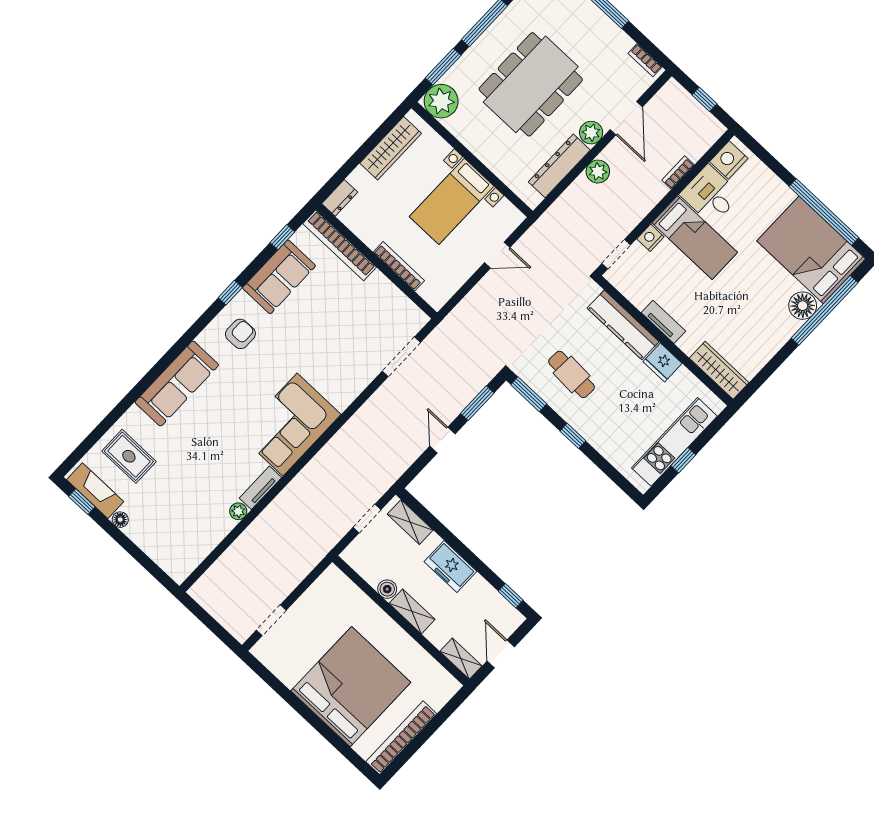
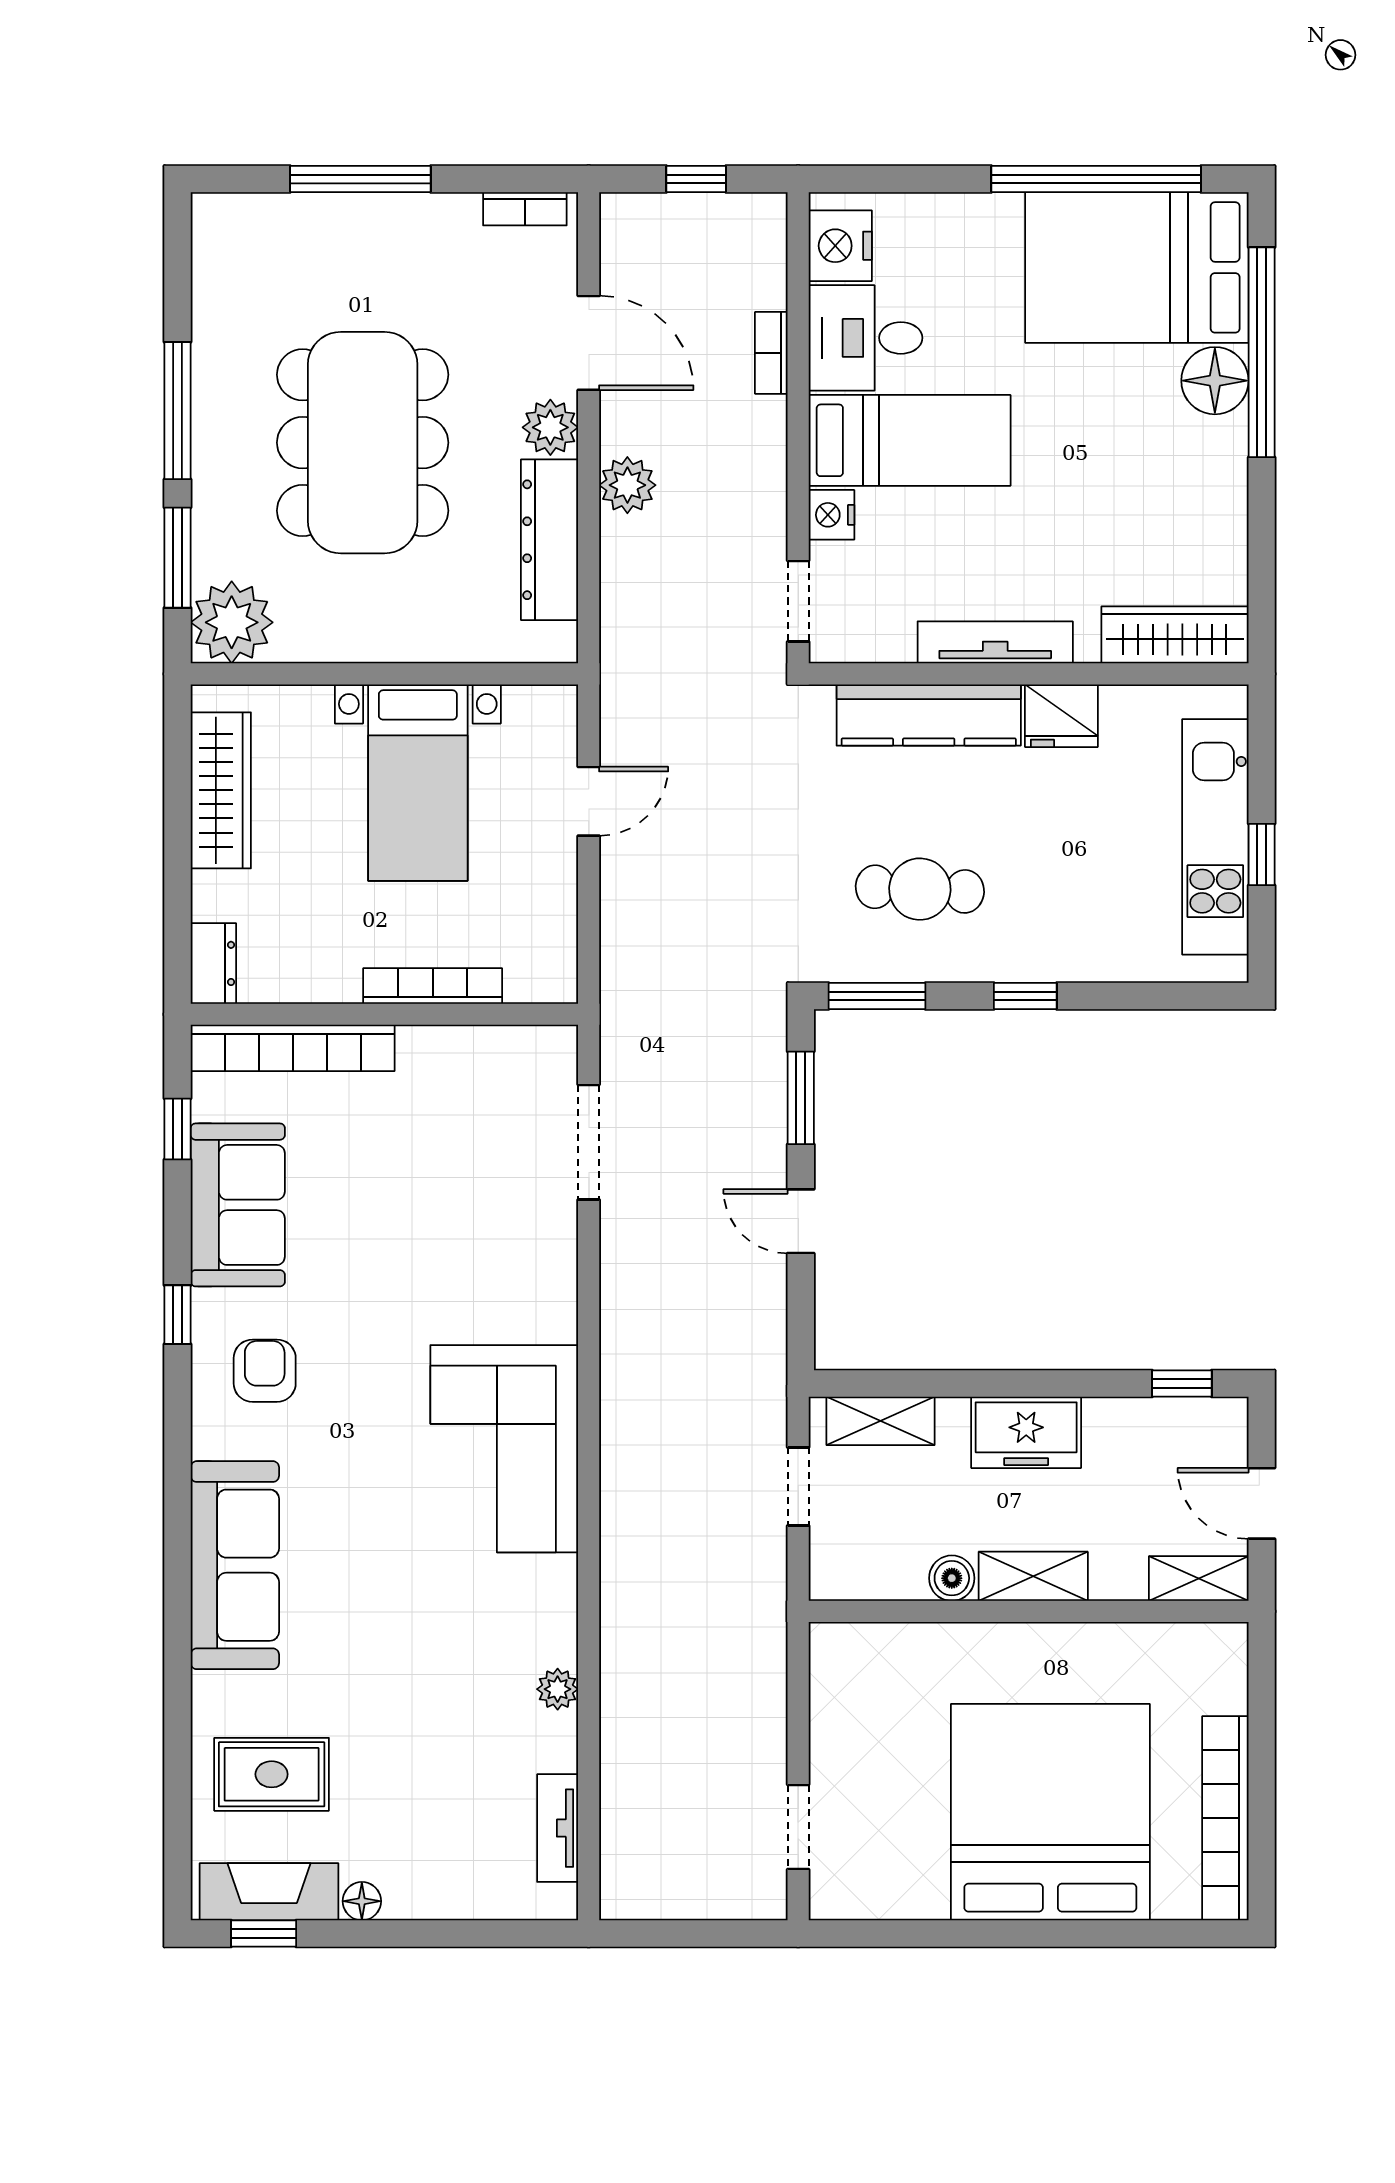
tv unit: (663, 322) -> (995, 642), width x1.41
tv unit: (260, 488) -> (558, 1828), moved

